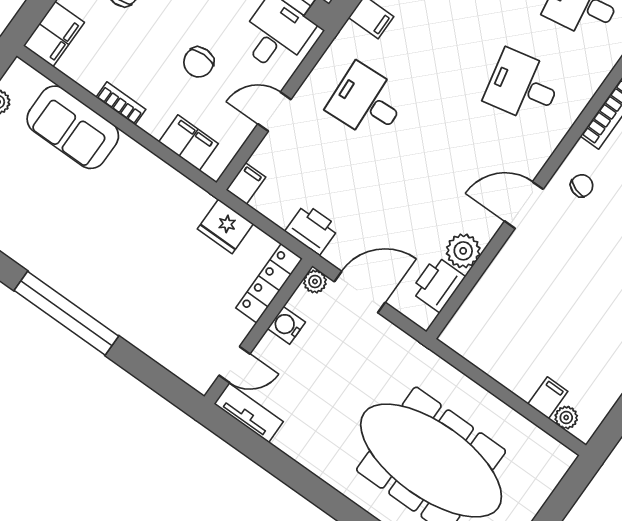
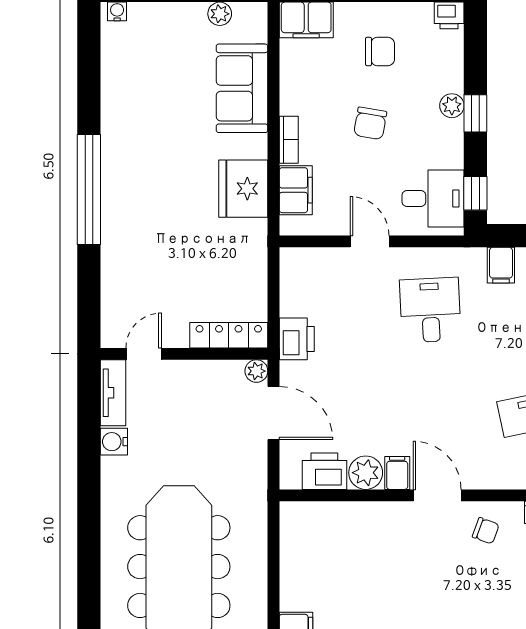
chair: (199, 62) -> (370, 123), moved, turned -80
bookcase: (121, 103) -> (289, 140), moved
filing cabinet: (246, 183) -> (397, 473), moved, turned -90
fridge: (225, 226) -> (243, 189), moved, width x1.36, depth x1.34
water cooler: (286, 325) -> (114, 442), moved, turned -90
door: (235, 365) -> (144, 354), swing flipped

